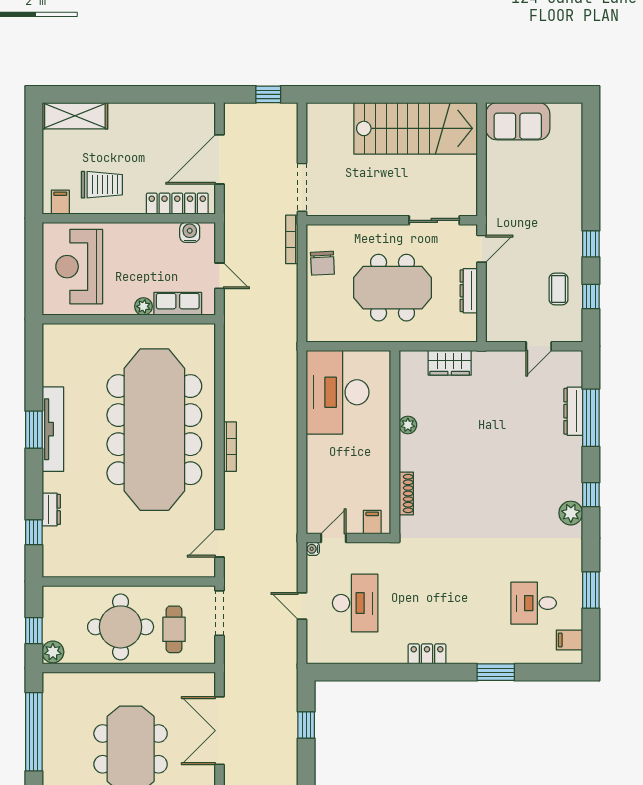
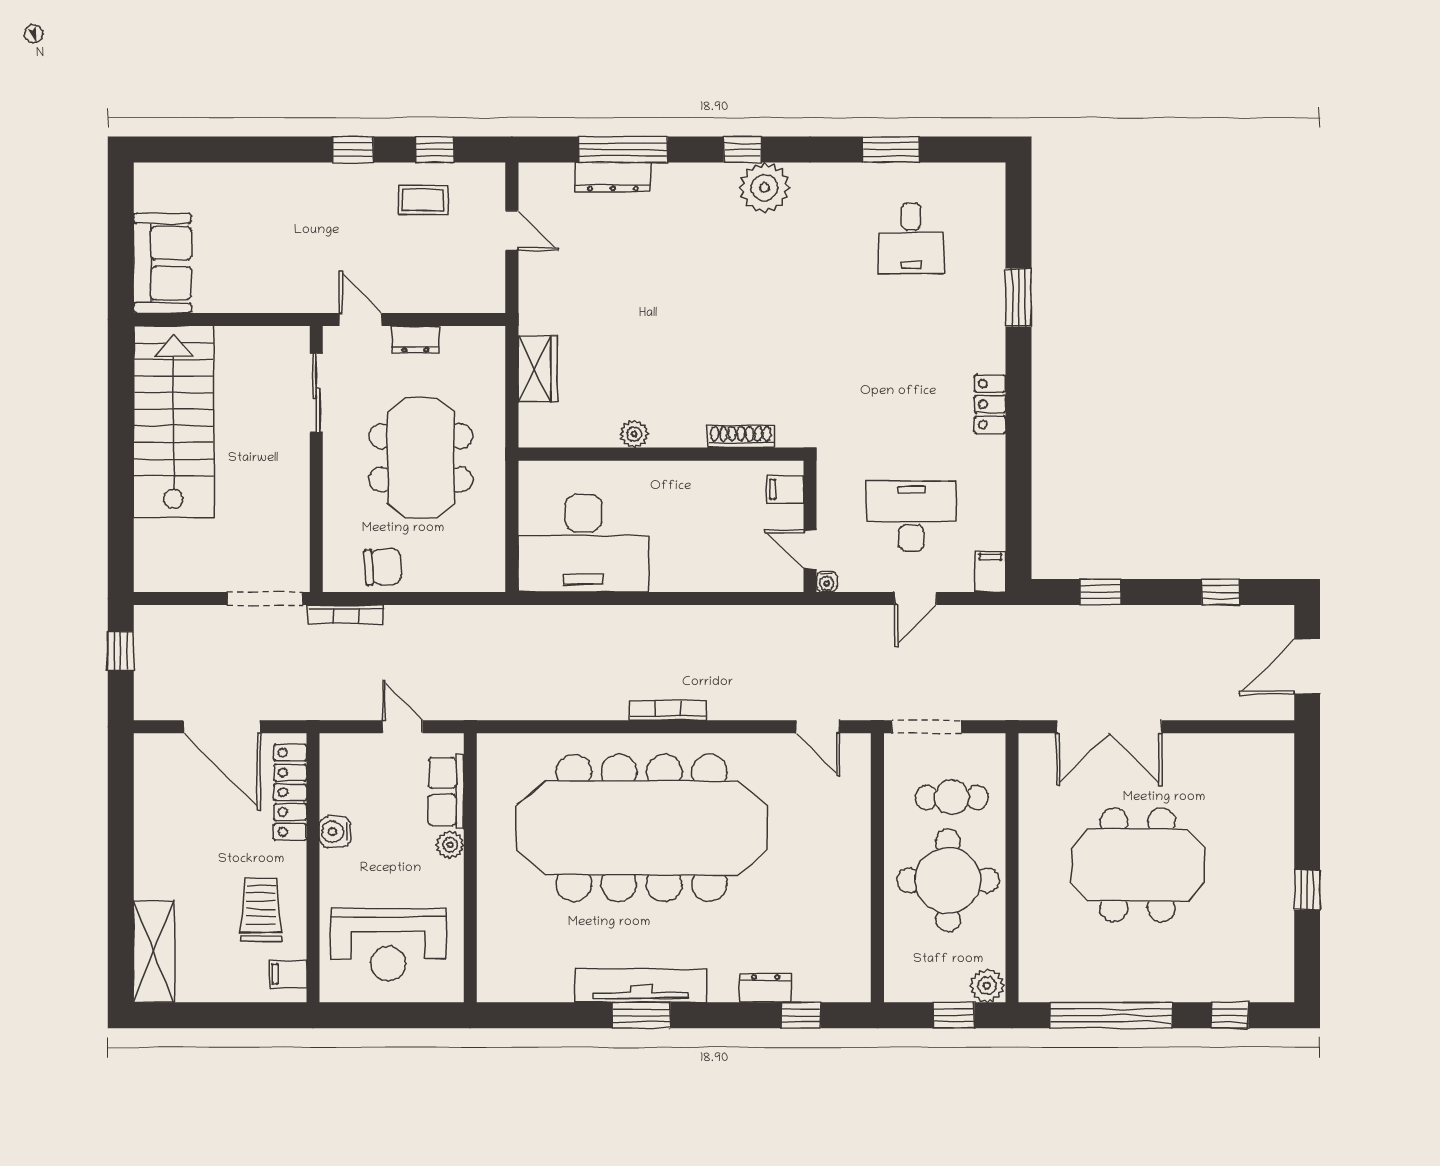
water cooler: (190, 232) -> (335, 832), moved
door: (219, 276) -> (402, 727), hinge flipped
dresser: (469, 291) -> (415, 339), width x0.70
plant: (571, 513) -> (764, 188), width x1.36, depth x1.36
filing cabinet: (569, 640) -> (990, 572), moved, turned 180

